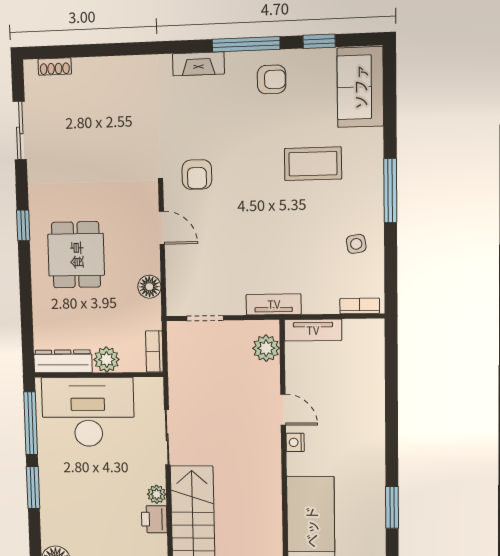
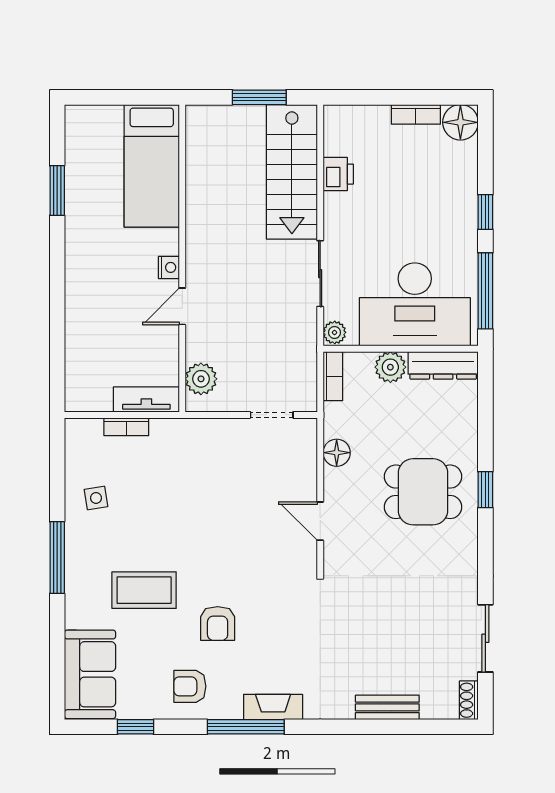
window: (246, 44) -> (246, 727), moved
shoe rack: (55, 67) -> (469, 700), moved, turned -90
bench: (100, 67) -> (387, 707), added
armchair: (197, 174) -> (218, 623), moved, turned 180
window: (23, 225) -> (485, 490), moved
dining table: (76, 255) -> (423, 492), turned 90
tv unit: (274, 304) -> (191, 430), removed
bookcase: (360, 306) -> (126, 427), moved
door: (283, 410) -> (182, 306), hinge flipped
window: (33, 488) -> (485, 212), width x0.67
plant: (157, 494) -> (335, 332), moved

